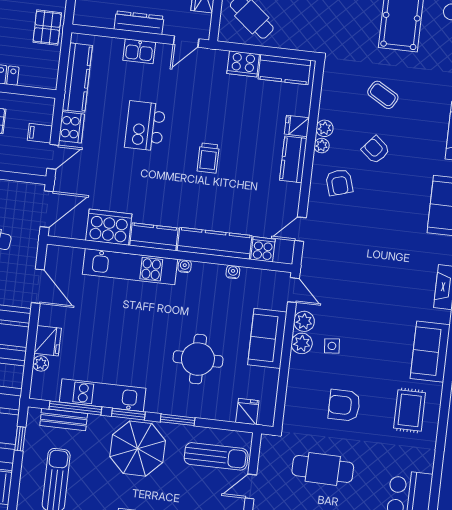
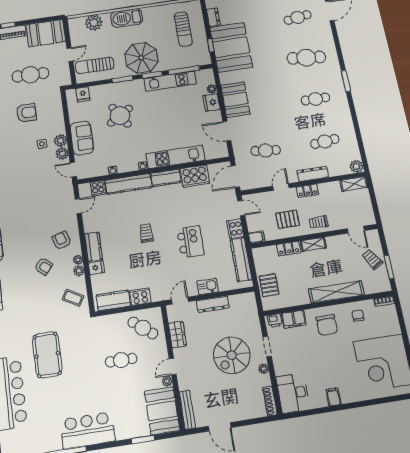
coffee table: (383, 95) -> (73, 298), moved
filing cabinet: (40, 133) -> (257, 237), moved
door: (53, 157) -> (241, 208), swing flipped
round table: (198, 359) -> (120, 116), turned -32
bench: (64, 419) -> (189, 62), removed

